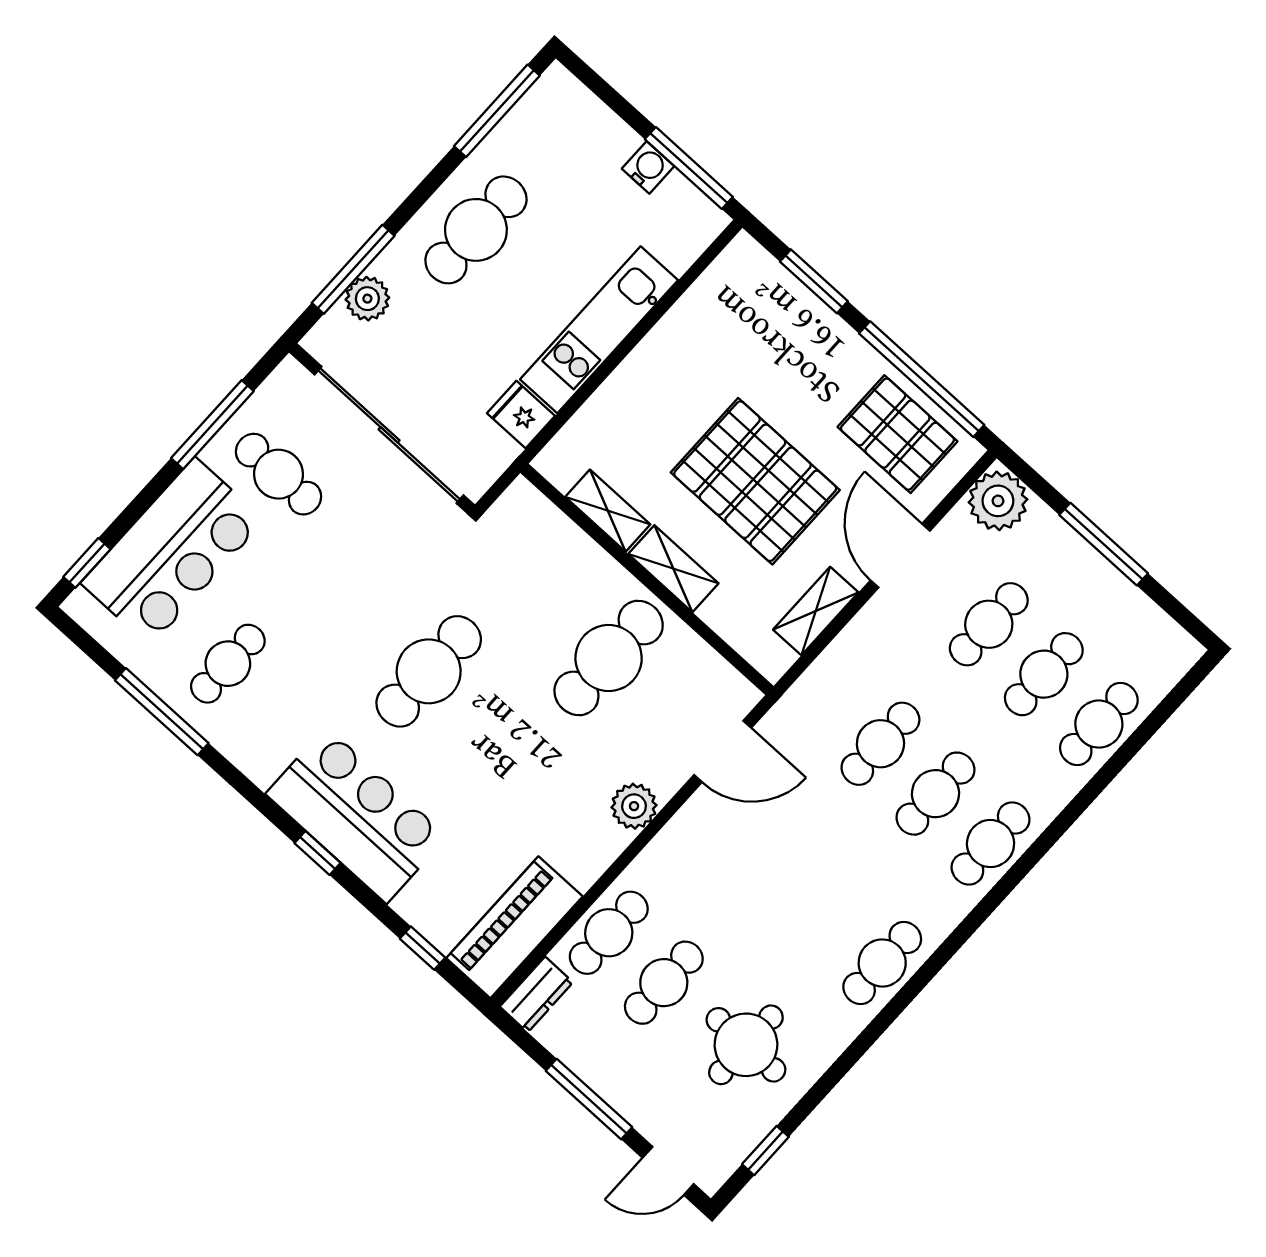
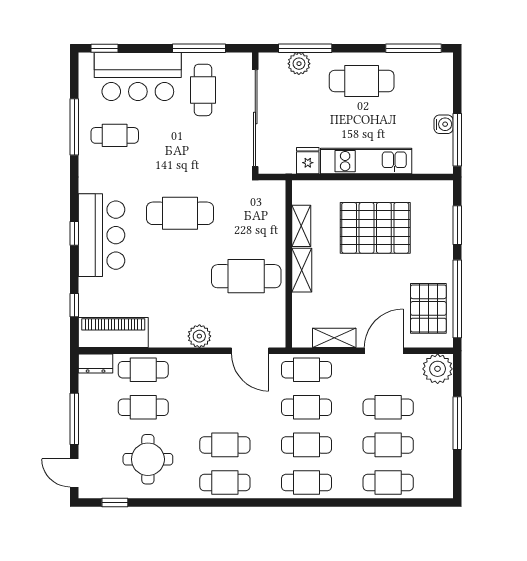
pallet: (755, 481) -> (375, 228), moved, turned 90
cafe table: (825, 694) -> (307, 370), added
cafe table: (827, 913) -> (225, 445), added

